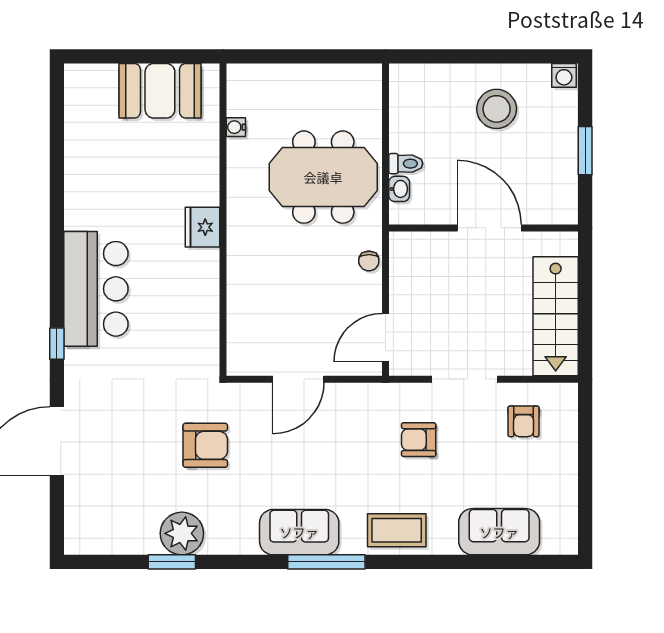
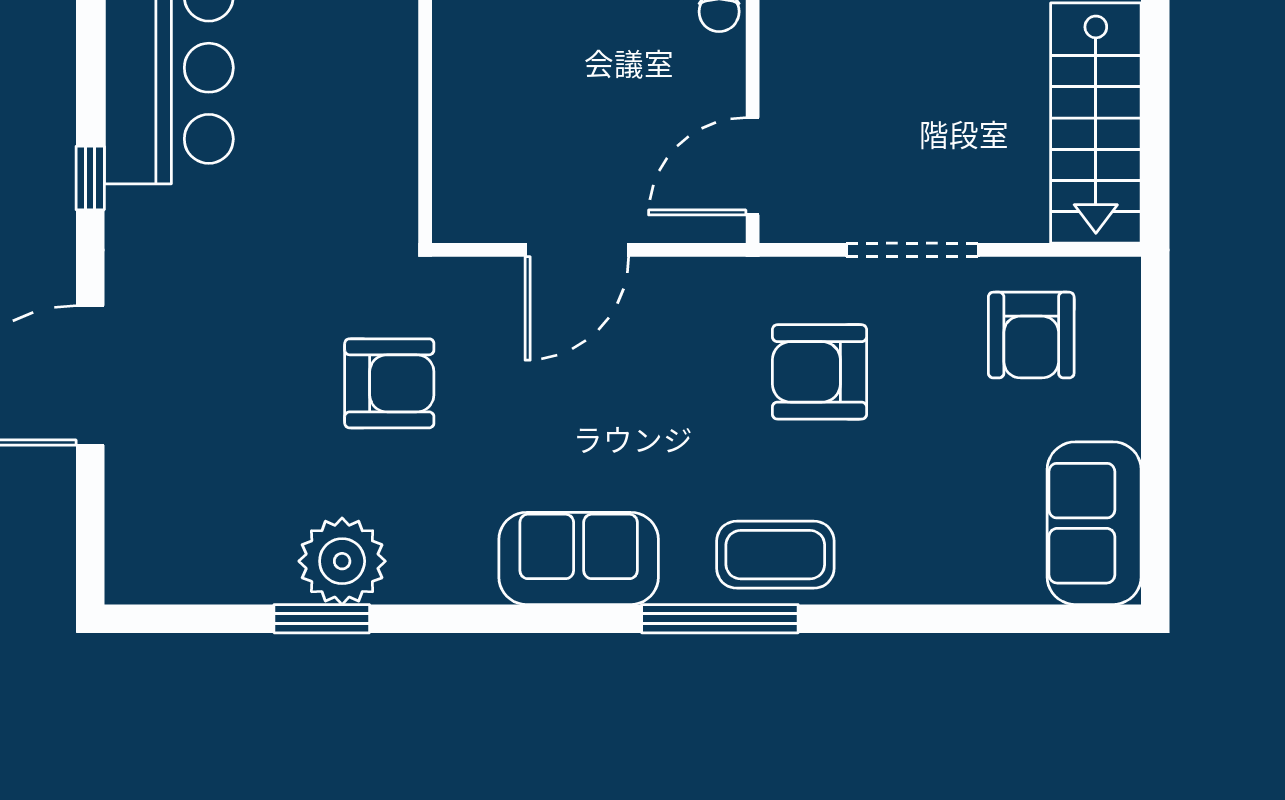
armchair: (524, 421) -> (1031, 335), width x1.38, depth x1.38
armchair: (419, 440) -> (820, 372), width x1.38, depth x1.38
sofa: (499, 532) -> (1094, 523), moved, turned -90
window: (326, 562) -> (720, 619), moved

